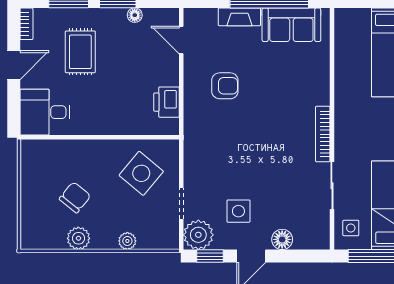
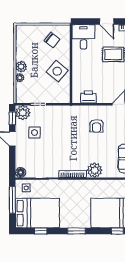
plant: (315, 90) -> (95, 170), added
side table: (141, 173) -> (57, 71), moved
chair: (75, 197) -> (52, 40), moved
plant: (78, 238) -> (21, 67), moved
floor lamp: (282, 239) -> (21, 173), moved

